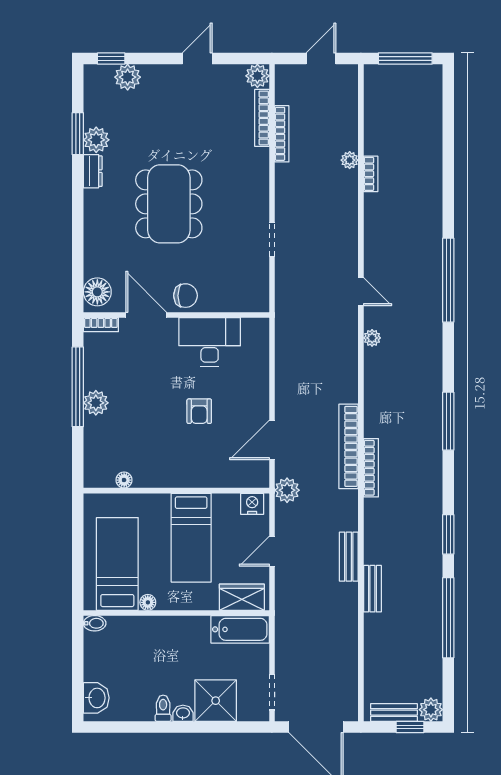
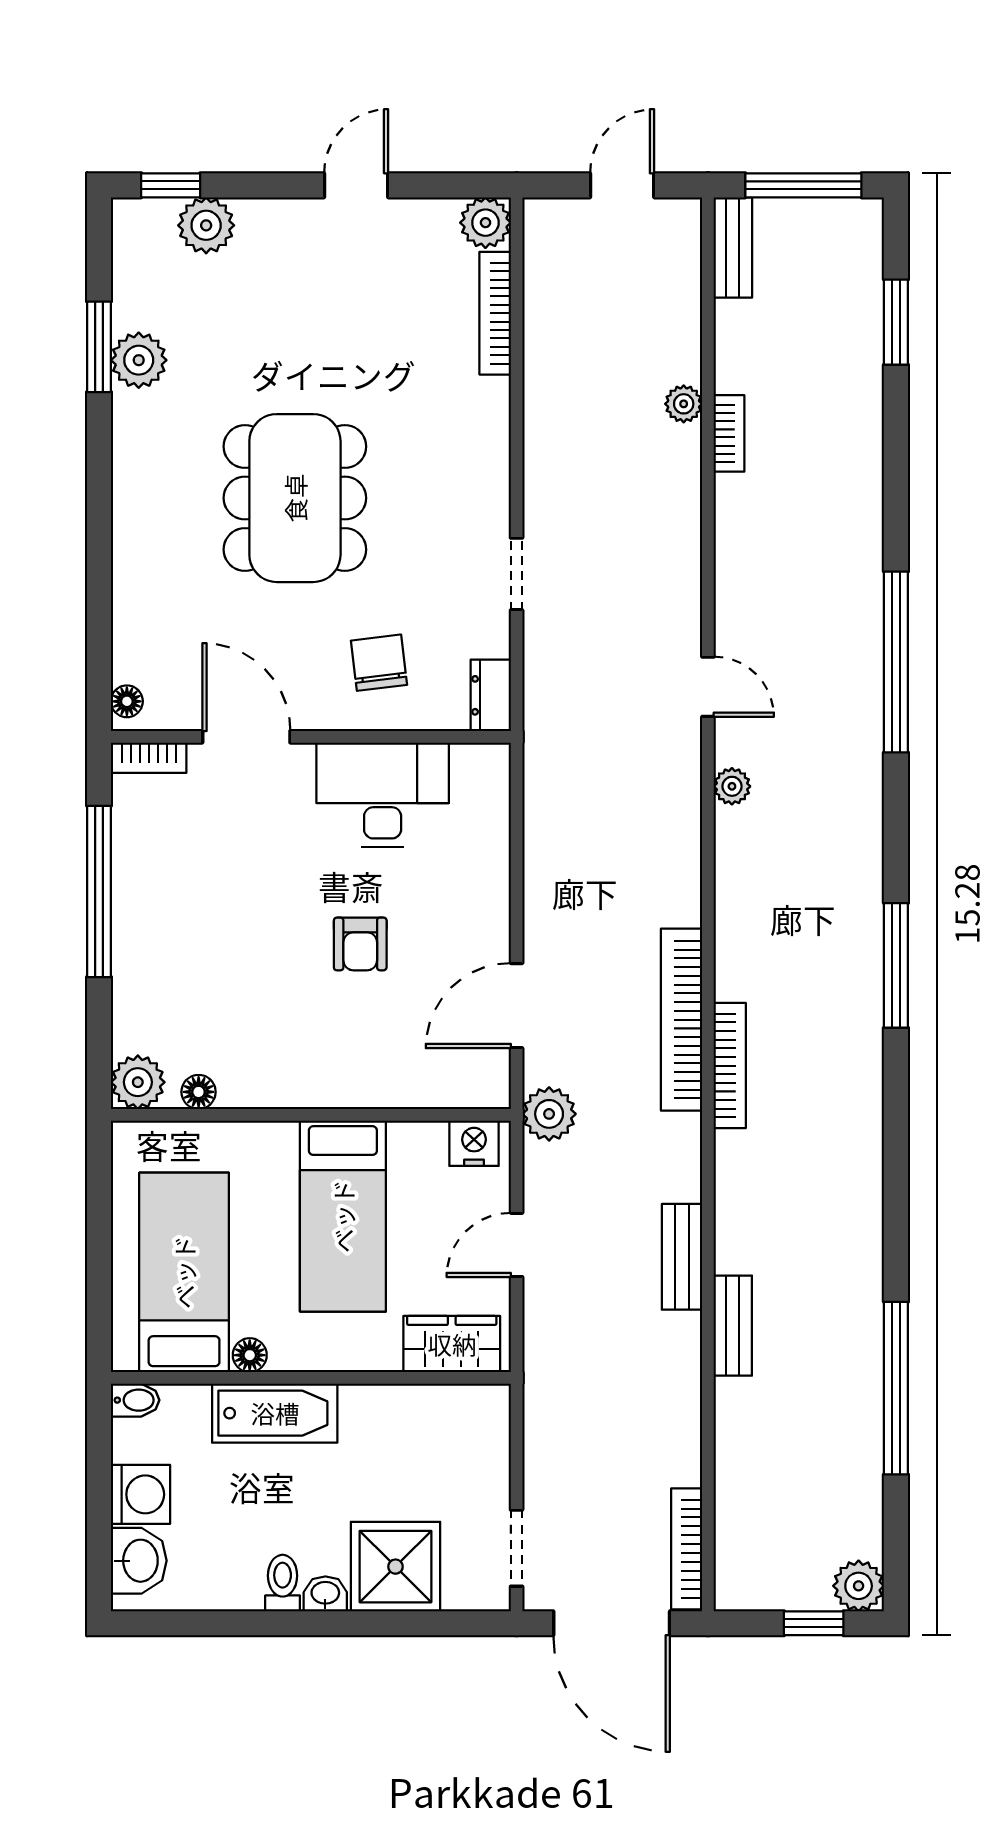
bookcase: (282, 134) -> (687, 1549), moved, turned 180
dresser: (93, 171) -> (491, 695), moved, turned 180
floor lamp: (97, 292) -> (127, 701), width x0.53, depth x0.53
chair: (185, 296) -> (379, 663), moved, turned -97
plant: (96, 403) -> (138, 1082), moved
window: (448, 534) -> (896, 322), moved
bathtub: (240, 629) -> (275, 1413), moved
washing machine: (97, 667) -> (141, 1494), added
bench: (394, 713) -> (733, 247), moved, turned 90

